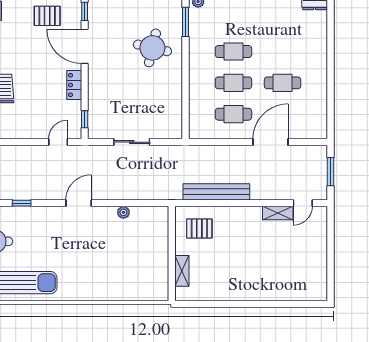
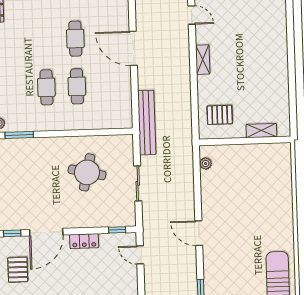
round table: (152, 48) -> (87, 172), moved
cafe table: (233, 114) -> (107, 85), removed
bench: (216, 192) -> (147, 123), moved
plant: (123, 212) -> (206, 163), moved
shelving: (278, 213) -> (203, 60), moved
pallet: (199, 229) -> (220, 115), turned 90

